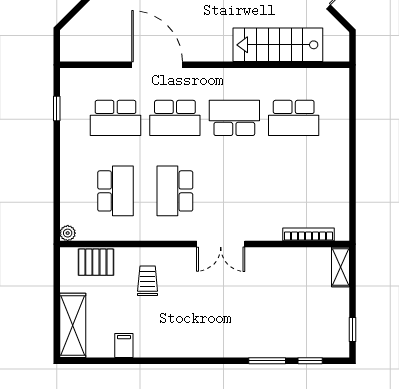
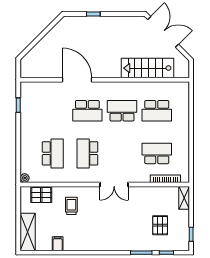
school desk: (115, 118) -> (157, 153), moved, turned 180
pallet: (299, 314) -> (160, 225), added

